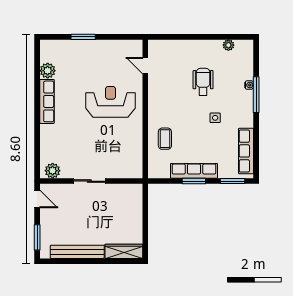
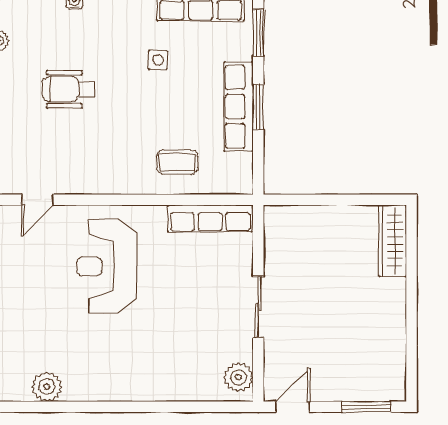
row of seats: (47, 101) -> (210, 218), moved, turned 180
side table: (215, 118) -> (158, 60), moved
bench: (77, 252) -> (394, 330), removed

